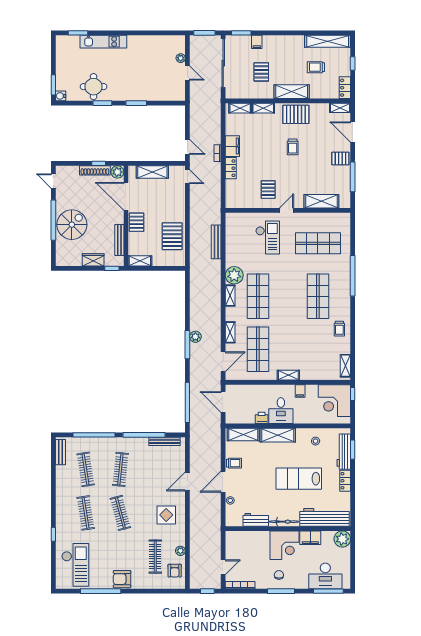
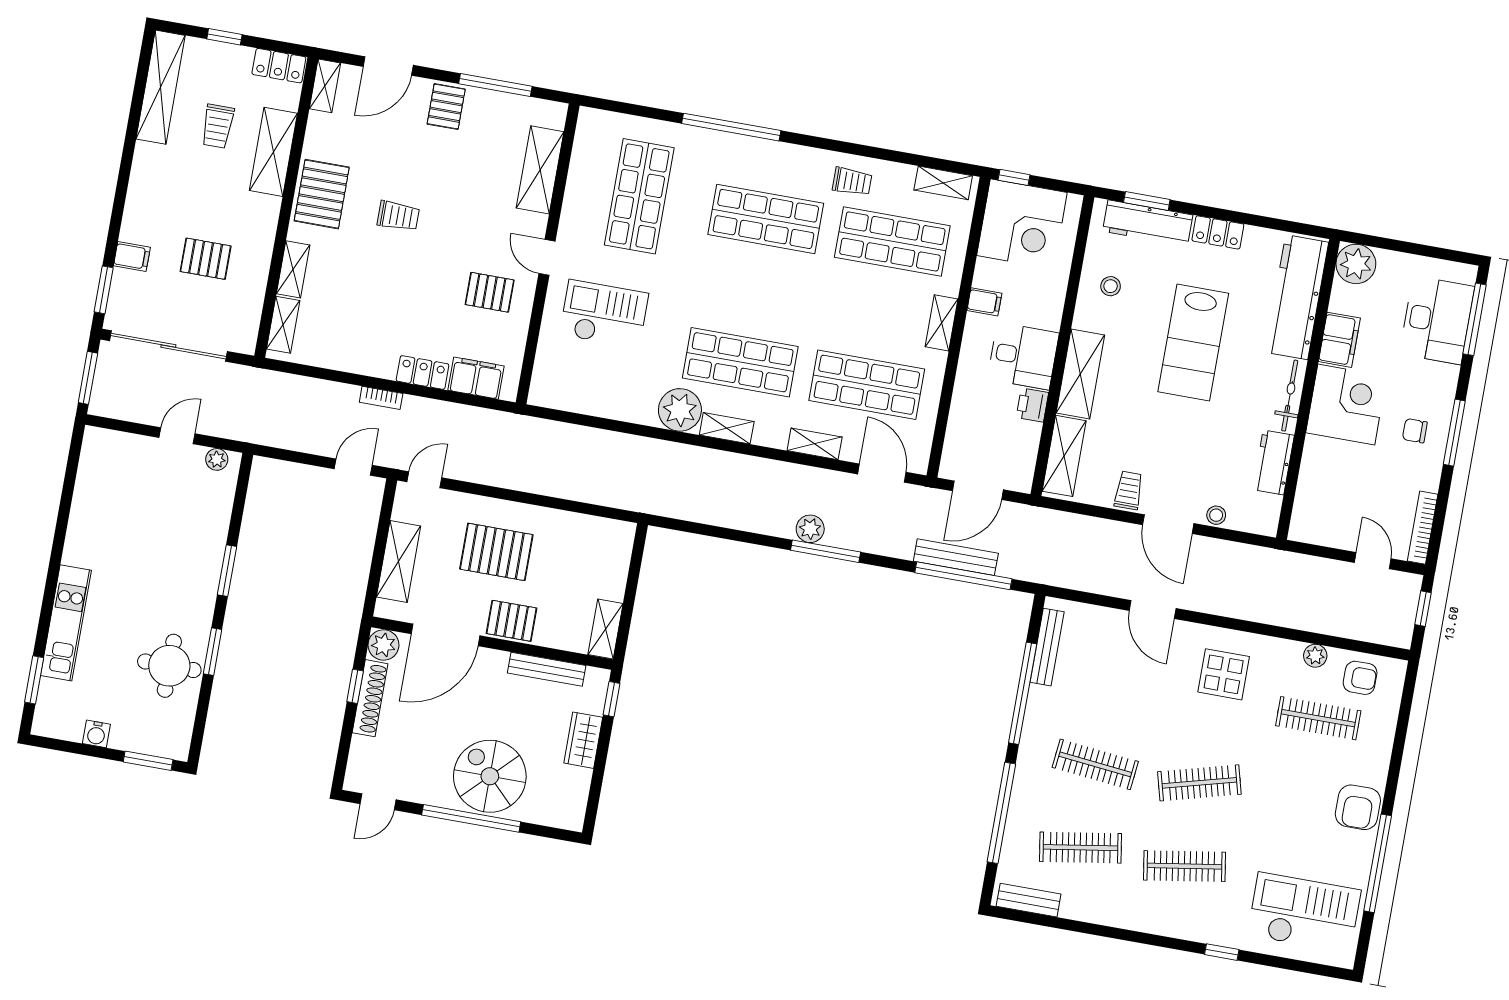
plant: (181, 58) -> (217, 459), moved
shelving: (292, 92) -> (273, 152), moved
water cooler: (61, 96) -> (96, 734), moved
filing cabinet: (232, 146) -> (476, 378), moved
pallet: (172, 236) -> (496, 552), moved
bench: (216, 242) -> (956, 557), moved
shop shelf: (318, 349) -> (892, 241), added

